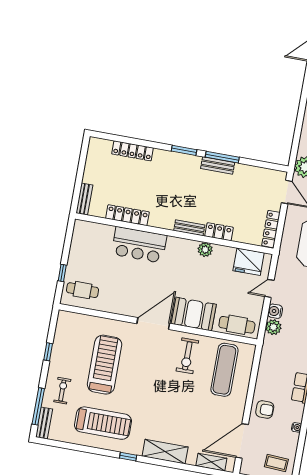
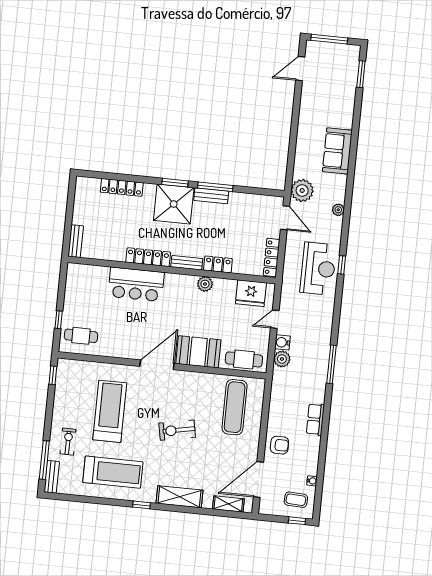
shower: (181, 171) -> (174, 204), added
locker: (127, 215) -> (148, 257), moved
window: (48, 352) -> (53, 375), moved
exercise bike: (187, 356) -> (177, 430), moved, turned 79
water cooler: (297, 427) -> (312, 481), moved

